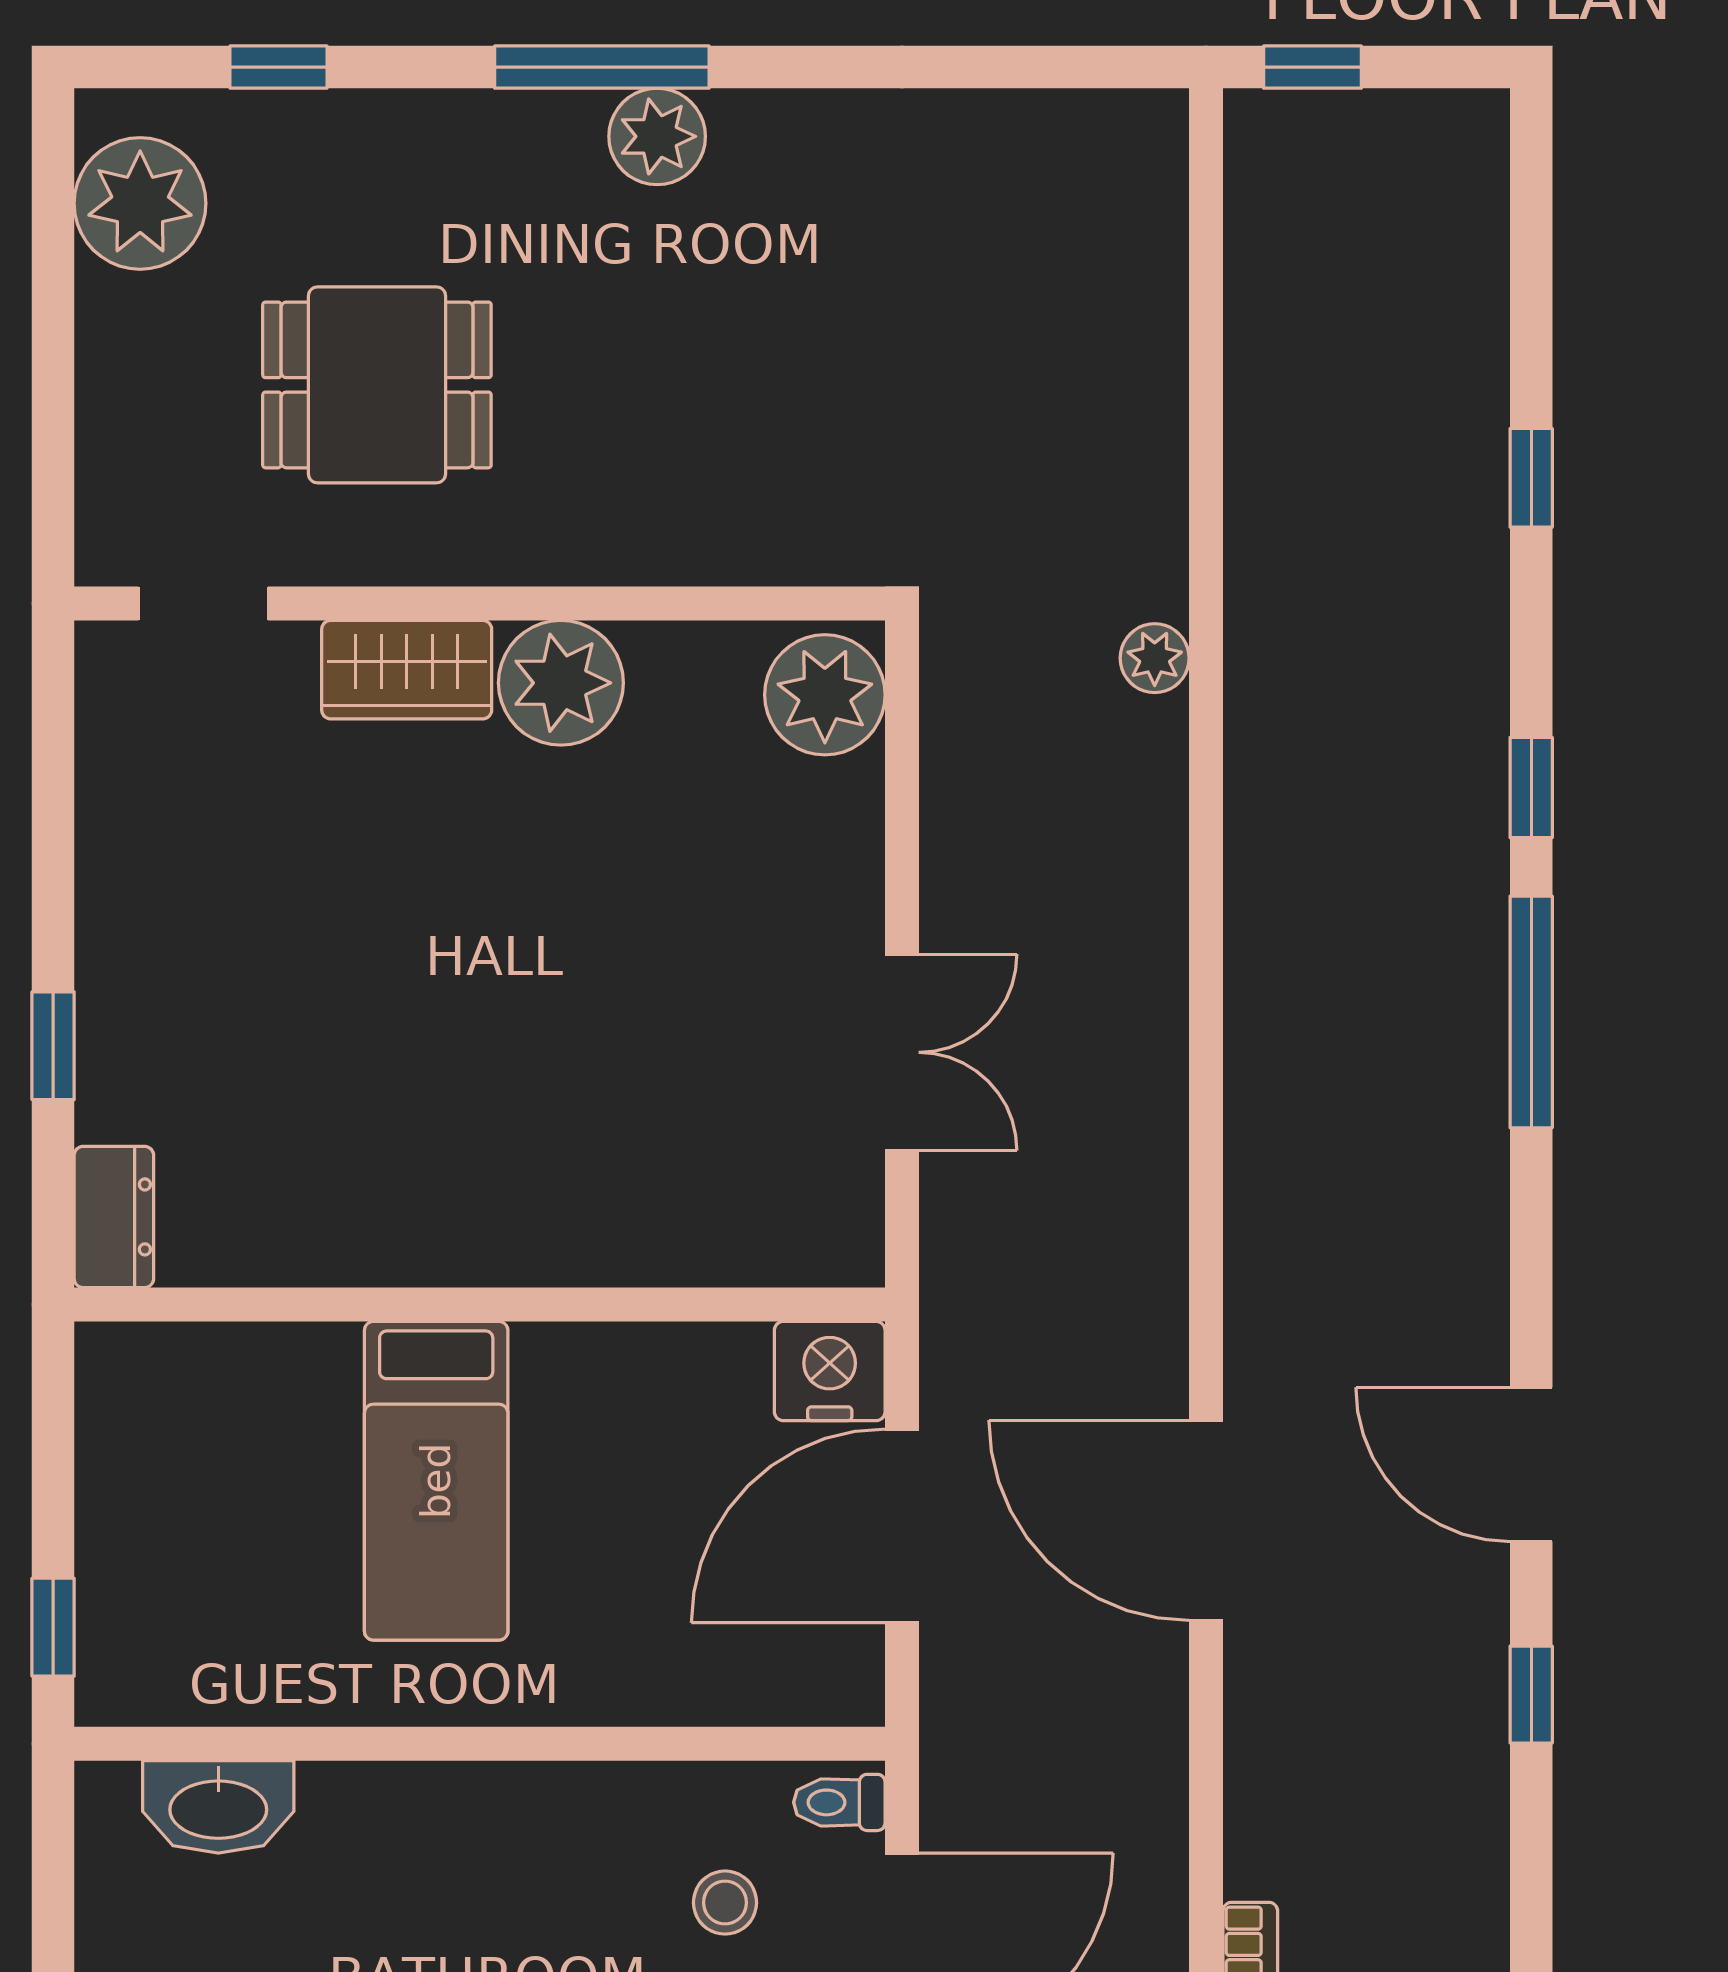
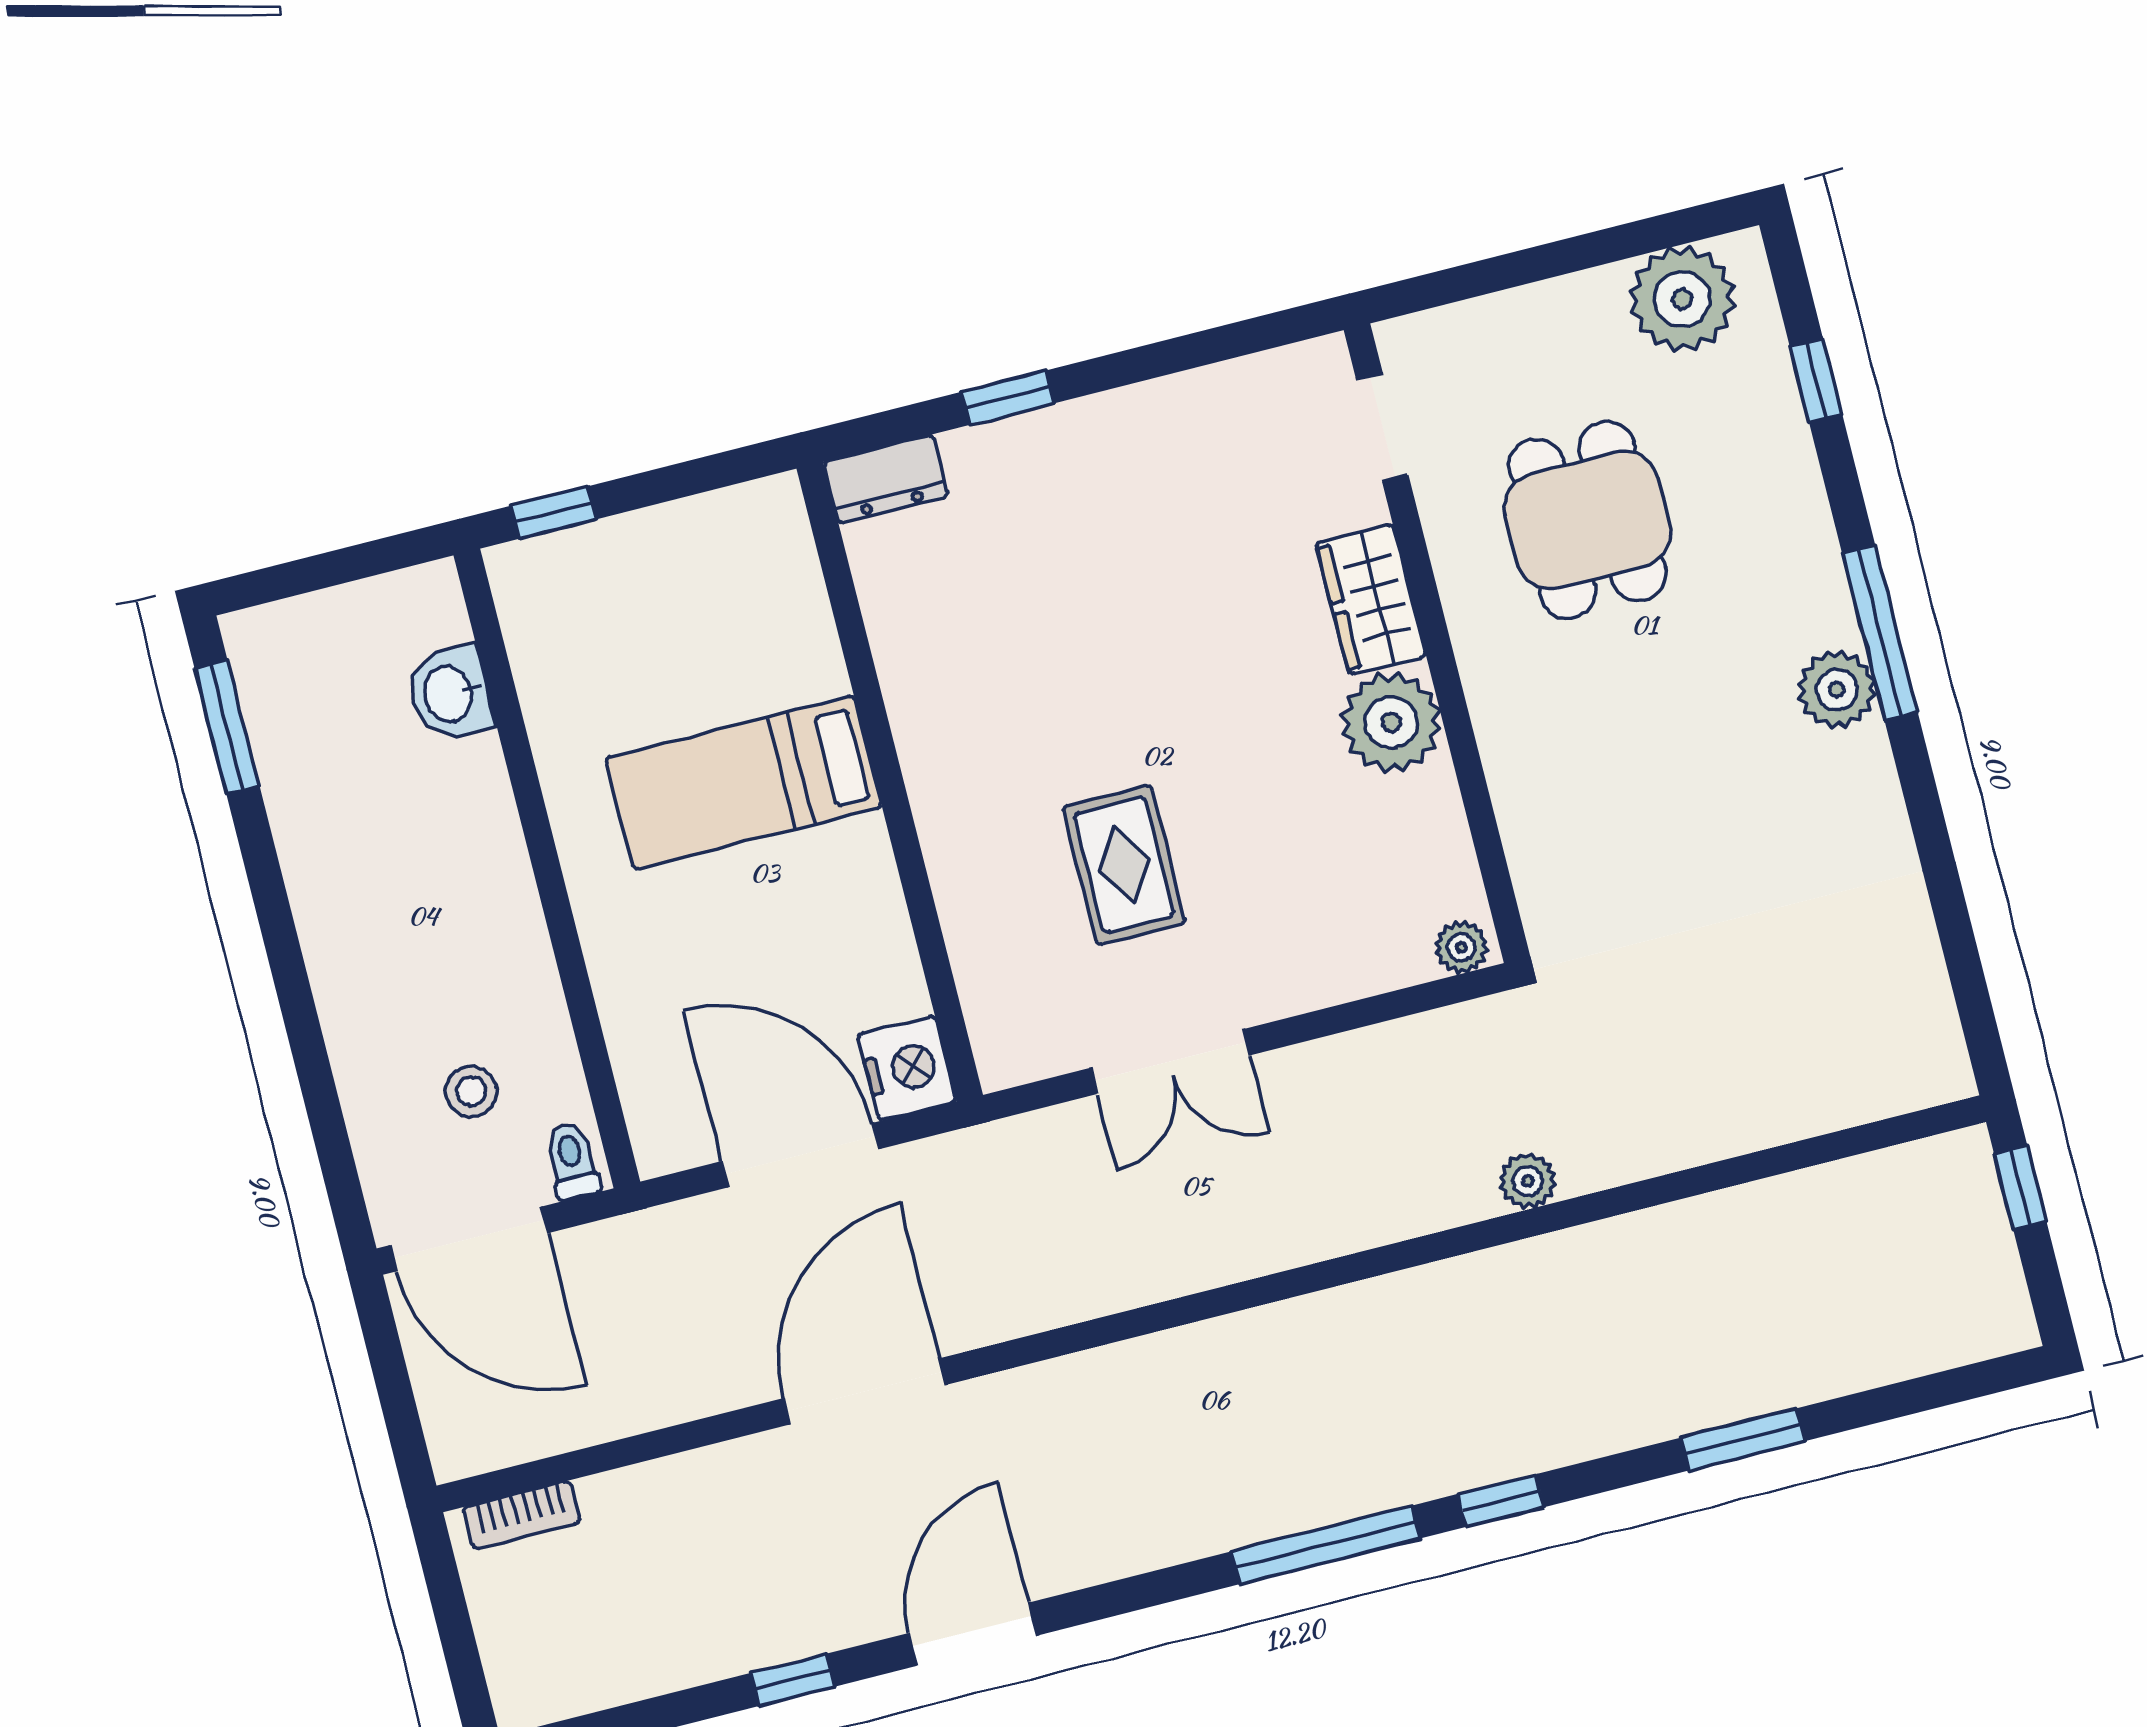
window: (1531, 478) -> (1743, 1439), width x1.50
plant: (825, 695) -> (1461, 947), width x0.53, depth x0.53
rug: (651, 1048) -> (1124, 865), added
washbasin: (218, 1807) -> (450, 693), width x0.72

